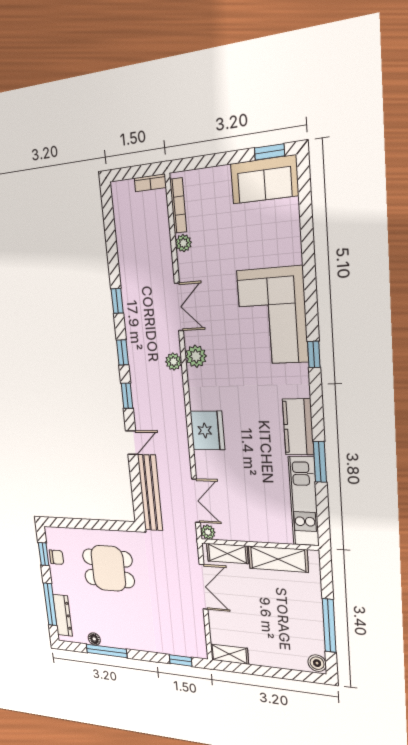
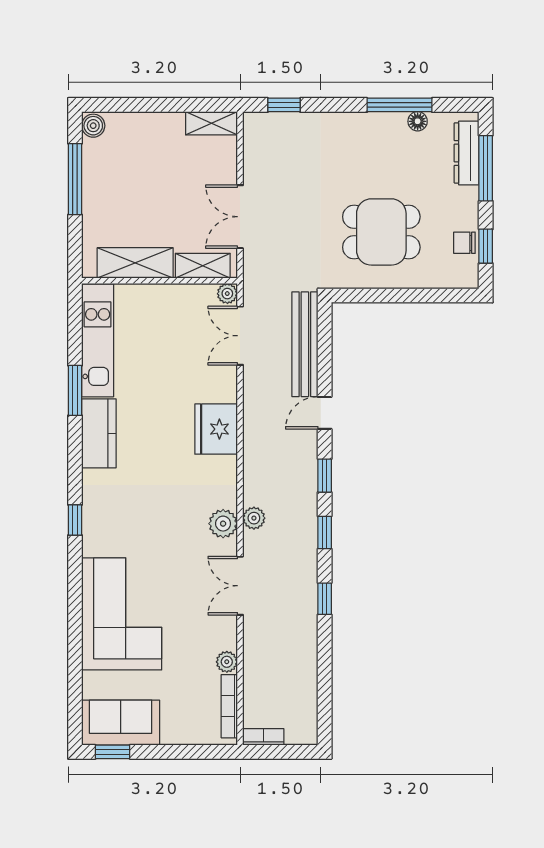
corner sofa: (272, 316) -> (122, 614), moved

